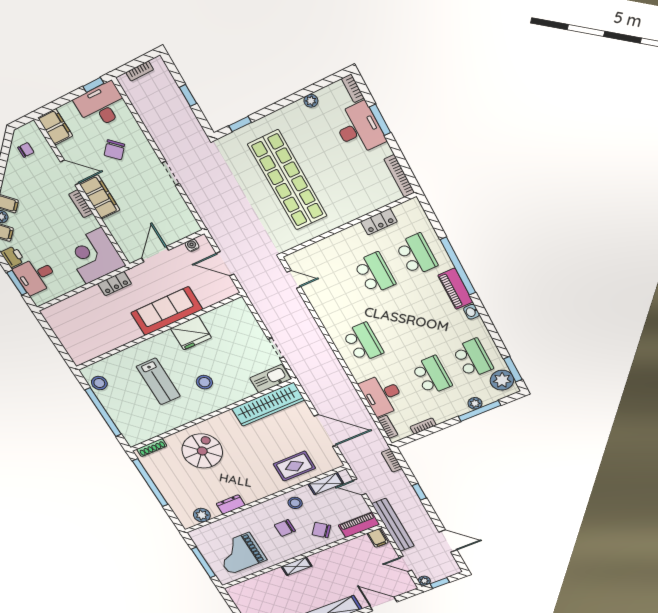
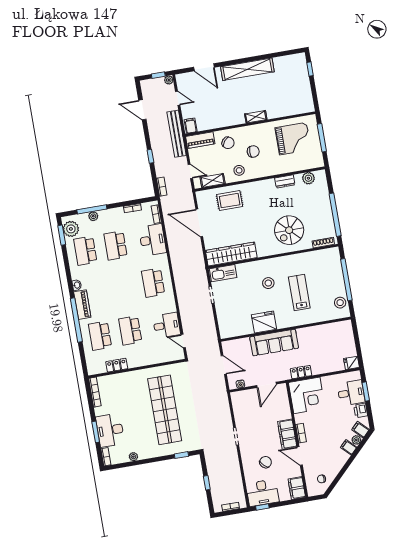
desk: (325, 293) -> (167, 325), added
fridge: (52, 314) -> (351, 363), added

